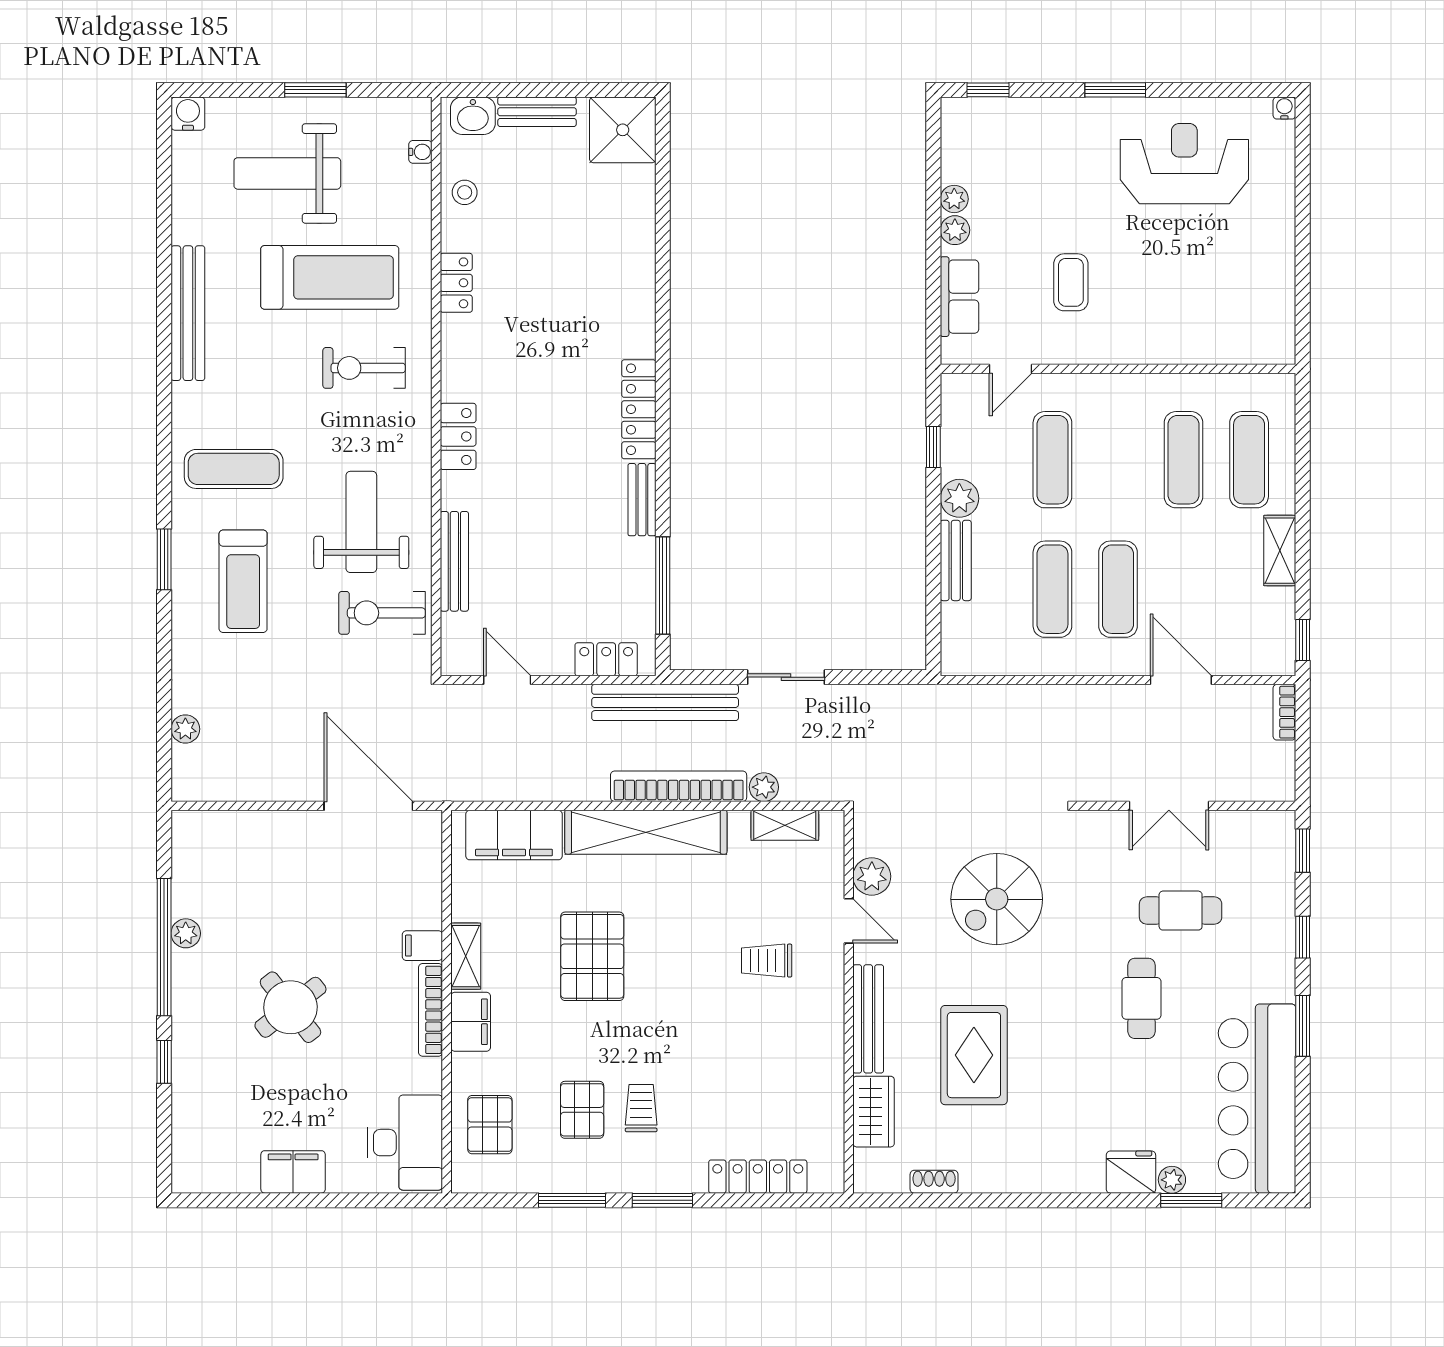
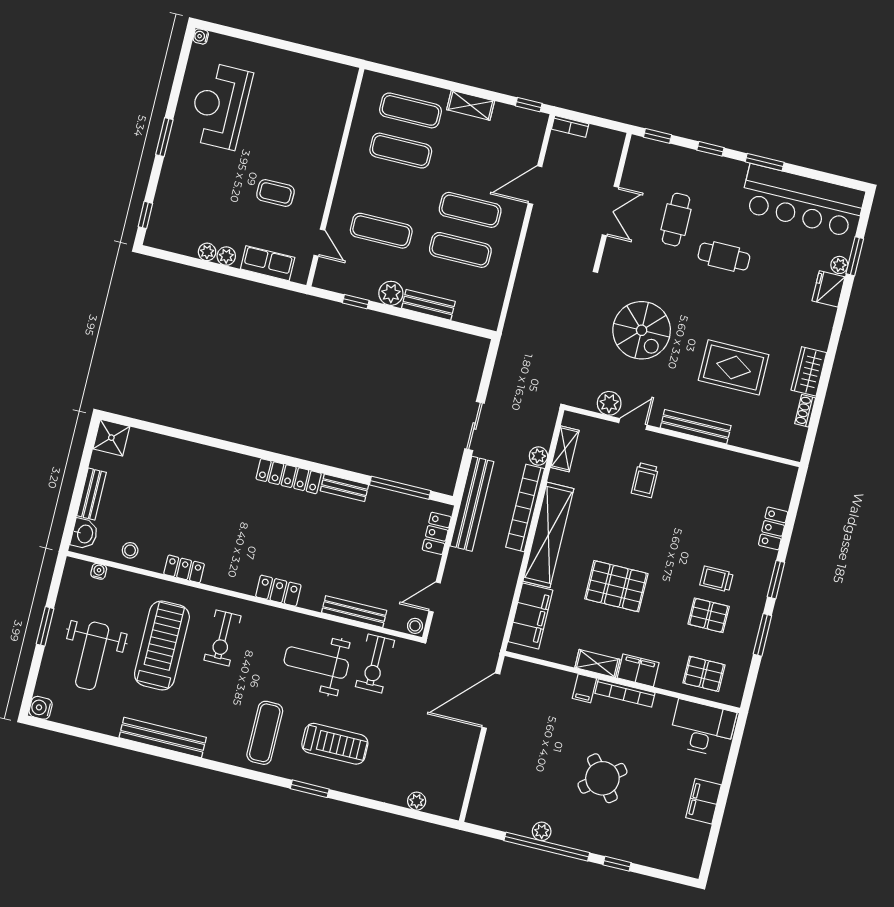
shower: (623, 130) -> (111, 438), width x0.73, depth x0.73
stool: (455, 661) -> (415, 626), added
wardrobe: (874, 1112) -> (809, 371), moved, turned -90
locker: (758, 1177) -> (773, 528), width x0.66

